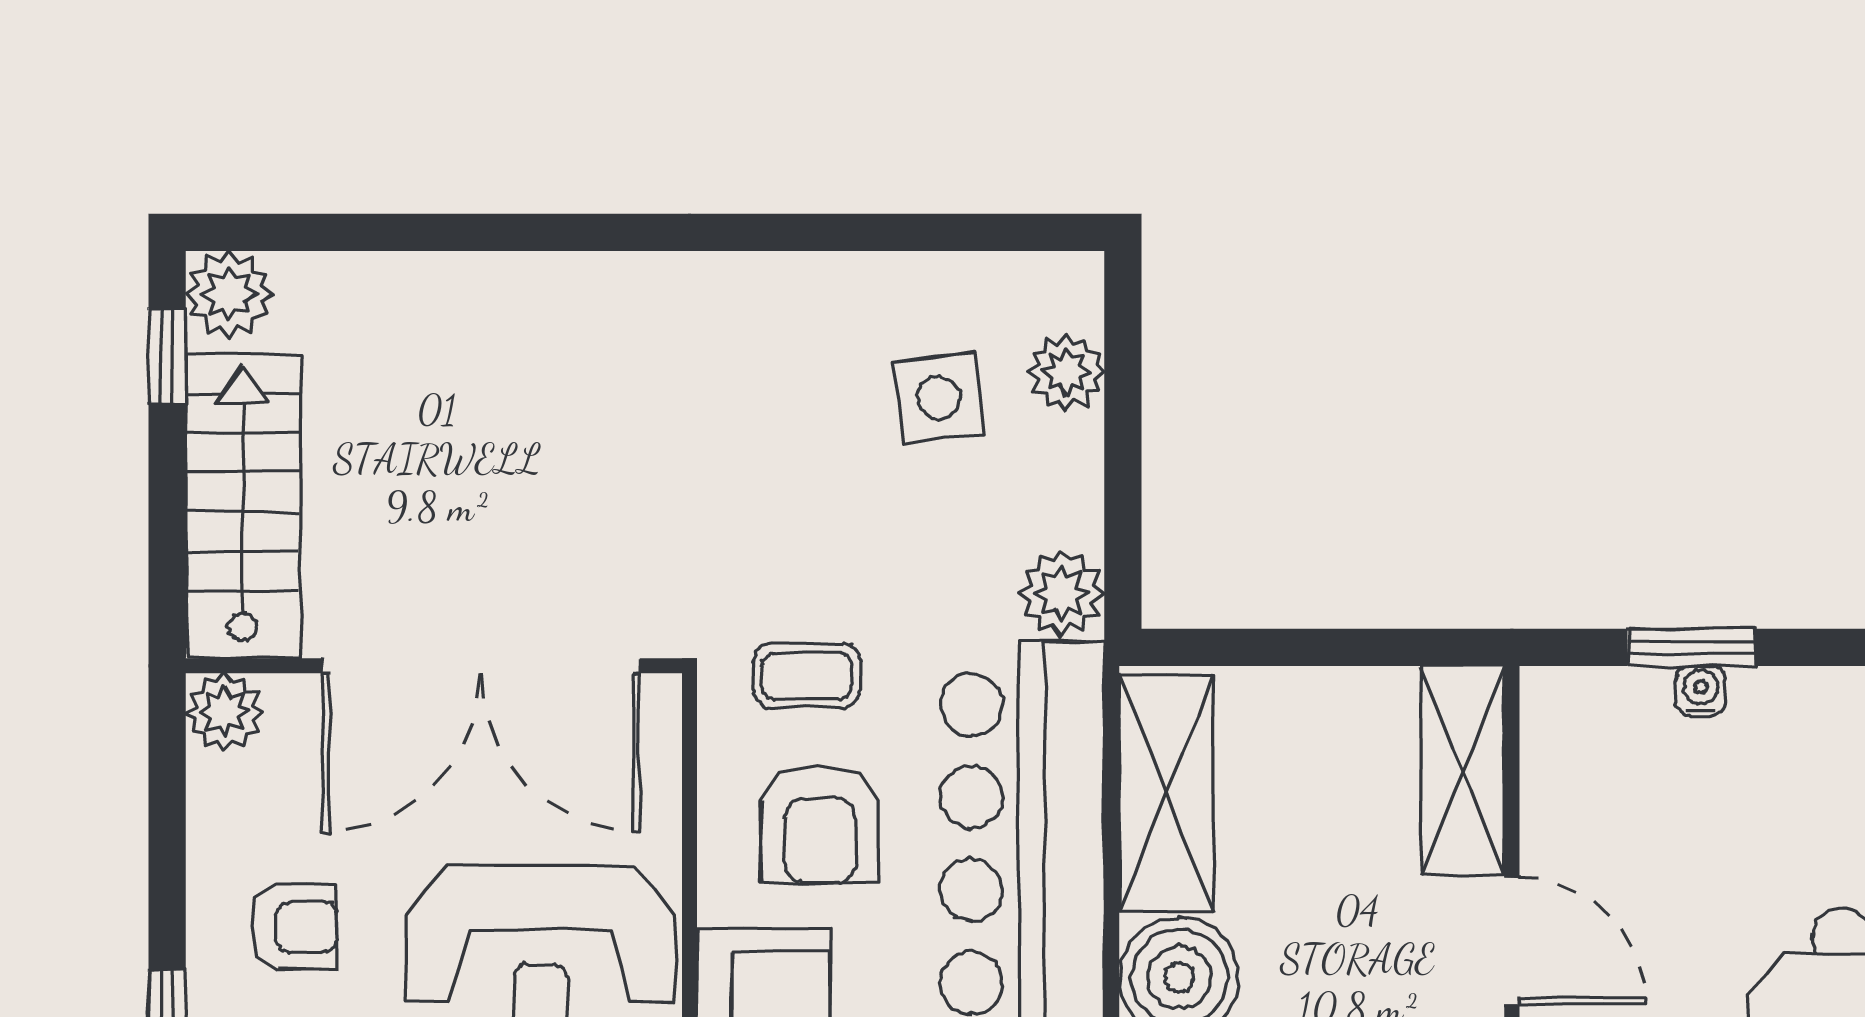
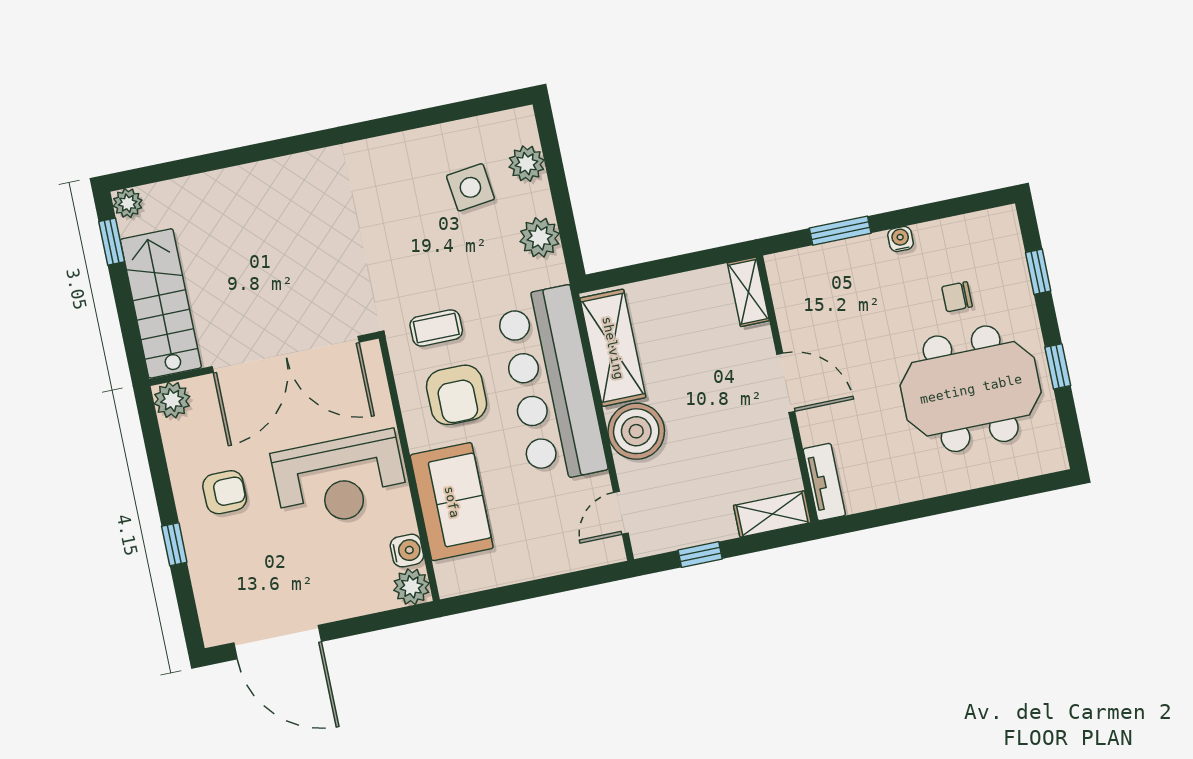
plant: (229, 294) -> (128, 203), width x0.73, depth x0.73
plant: (1061, 593) -> (540, 237), moved
water cooler: (1701, 691) -> (901, 239), moved
shelving: (1463, 770) -> (748, 292), width x0.67, depth x0.75

